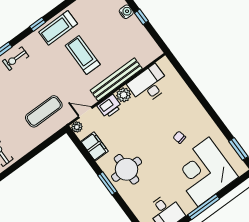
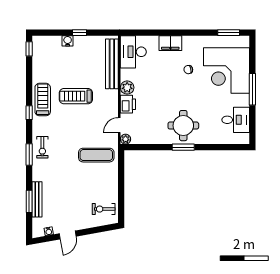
treadmill: (58, 28) -> (43, 100), turned 180
bench: (116, 79) -> (112, 64), moved
desk: (149, 85) -> (133, 52), moved
exercise mat: (44, 111) -> (96, 155), turned 90
filing cabinet: (94, 146) -> (170, 43), moved, turned 180

